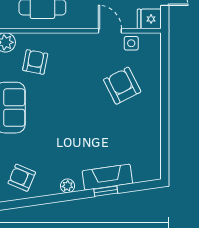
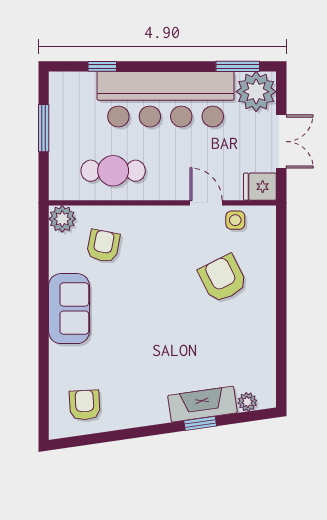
armchair: (22, 178) -> (85, 405), turned 64
plant: (67, 186) -> (247, 402), moved

